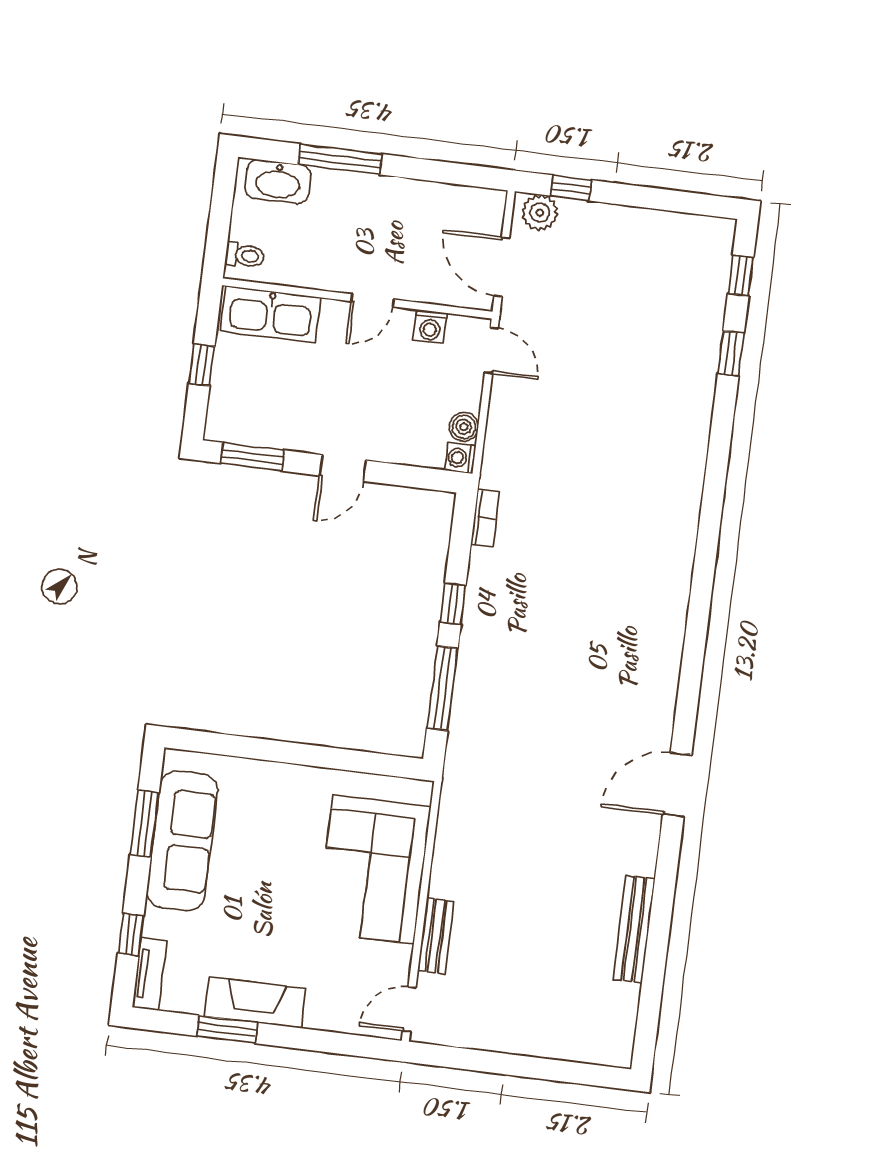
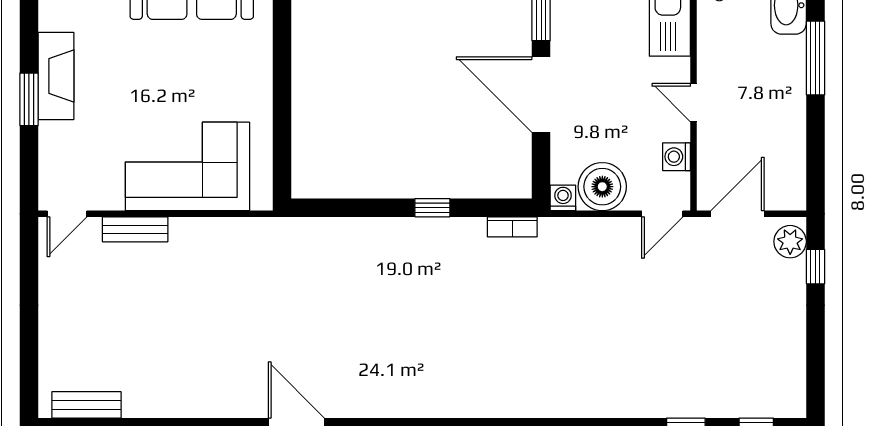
boiler: (464, 427) -> (602, 187), width x1.86, depth x1.86
door: (343, 468) -> (541, 95), width x1.87
window: (442, 688) -> (356, 208), removed
bench: (634, 929) -> (86, 405), moved, width x0.73
door: (409, 1009) -> (67, 214), swing flipped
window: (227, 1029) -> (29, 99), moved

